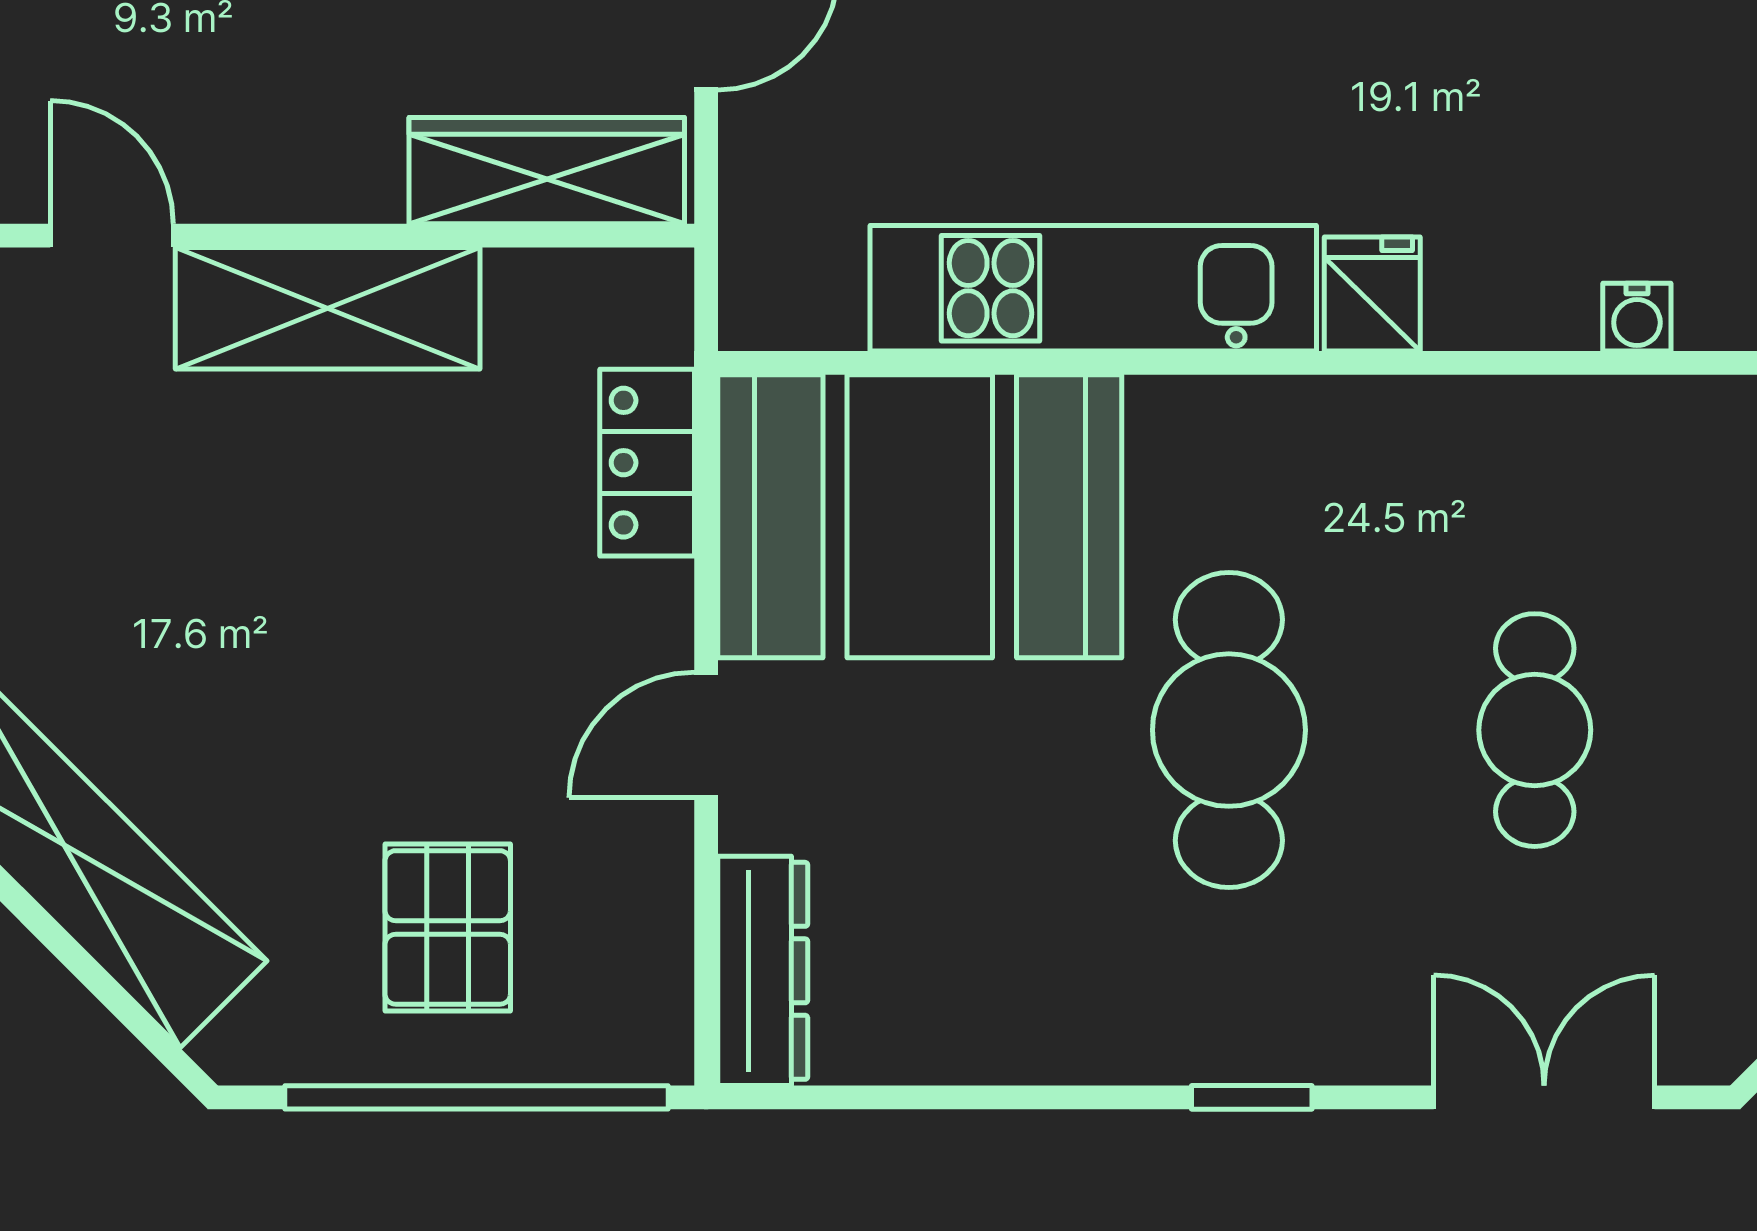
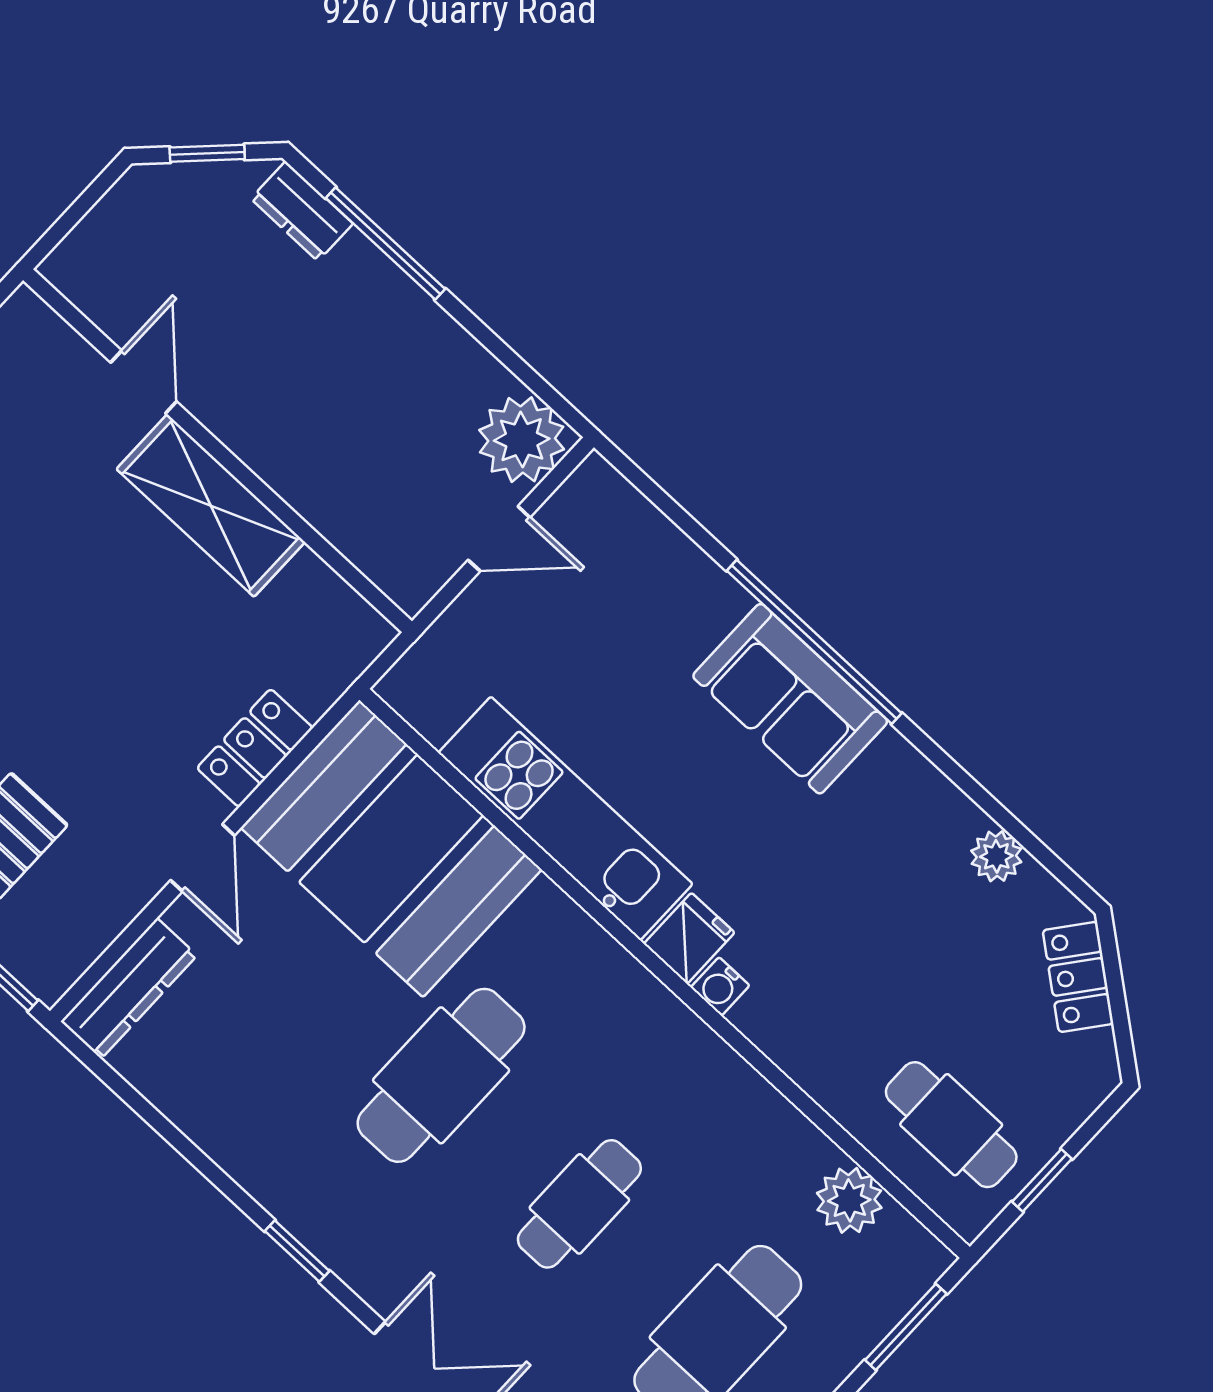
wardrobe: (547, 171) -> (368, 536), removed
water cooler: (1637, 317) -> (720, 986), moved
locker: (647, 463) -> (255, 748), moved
door: (706, 735) -> (202, 858), swing flipped

